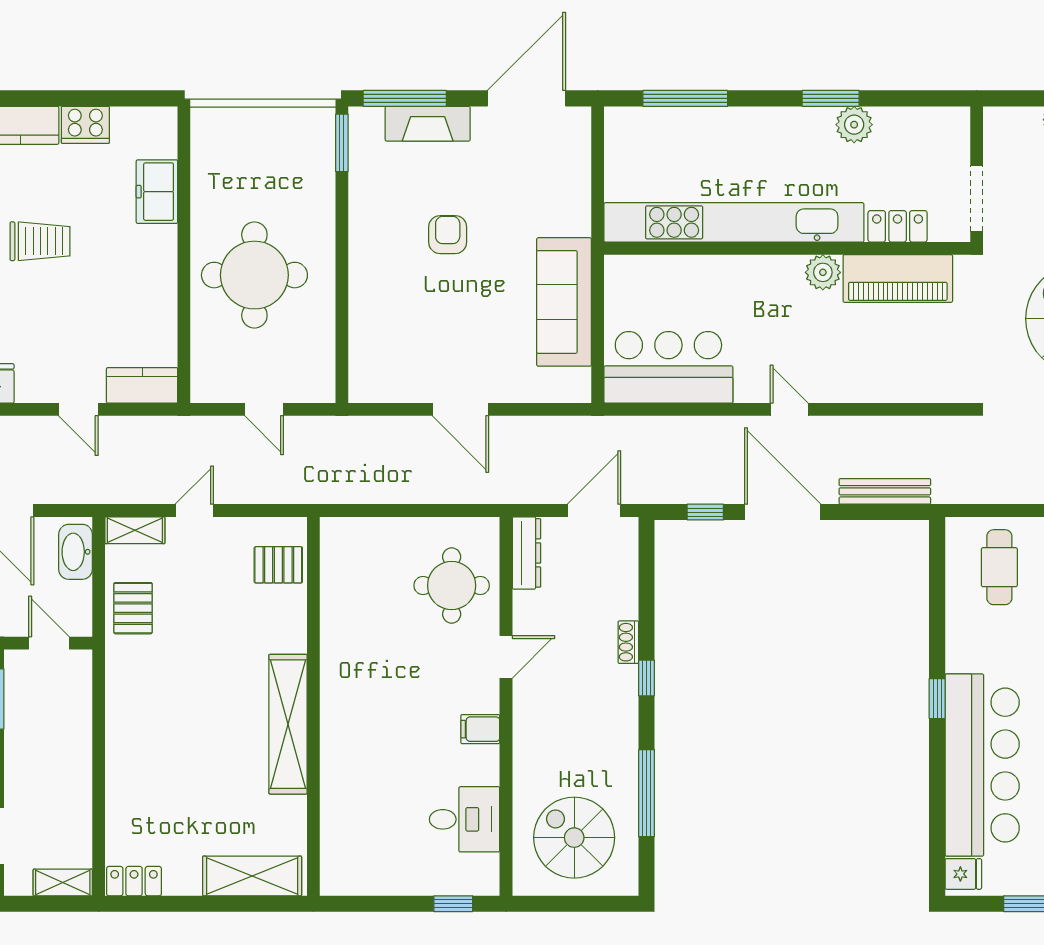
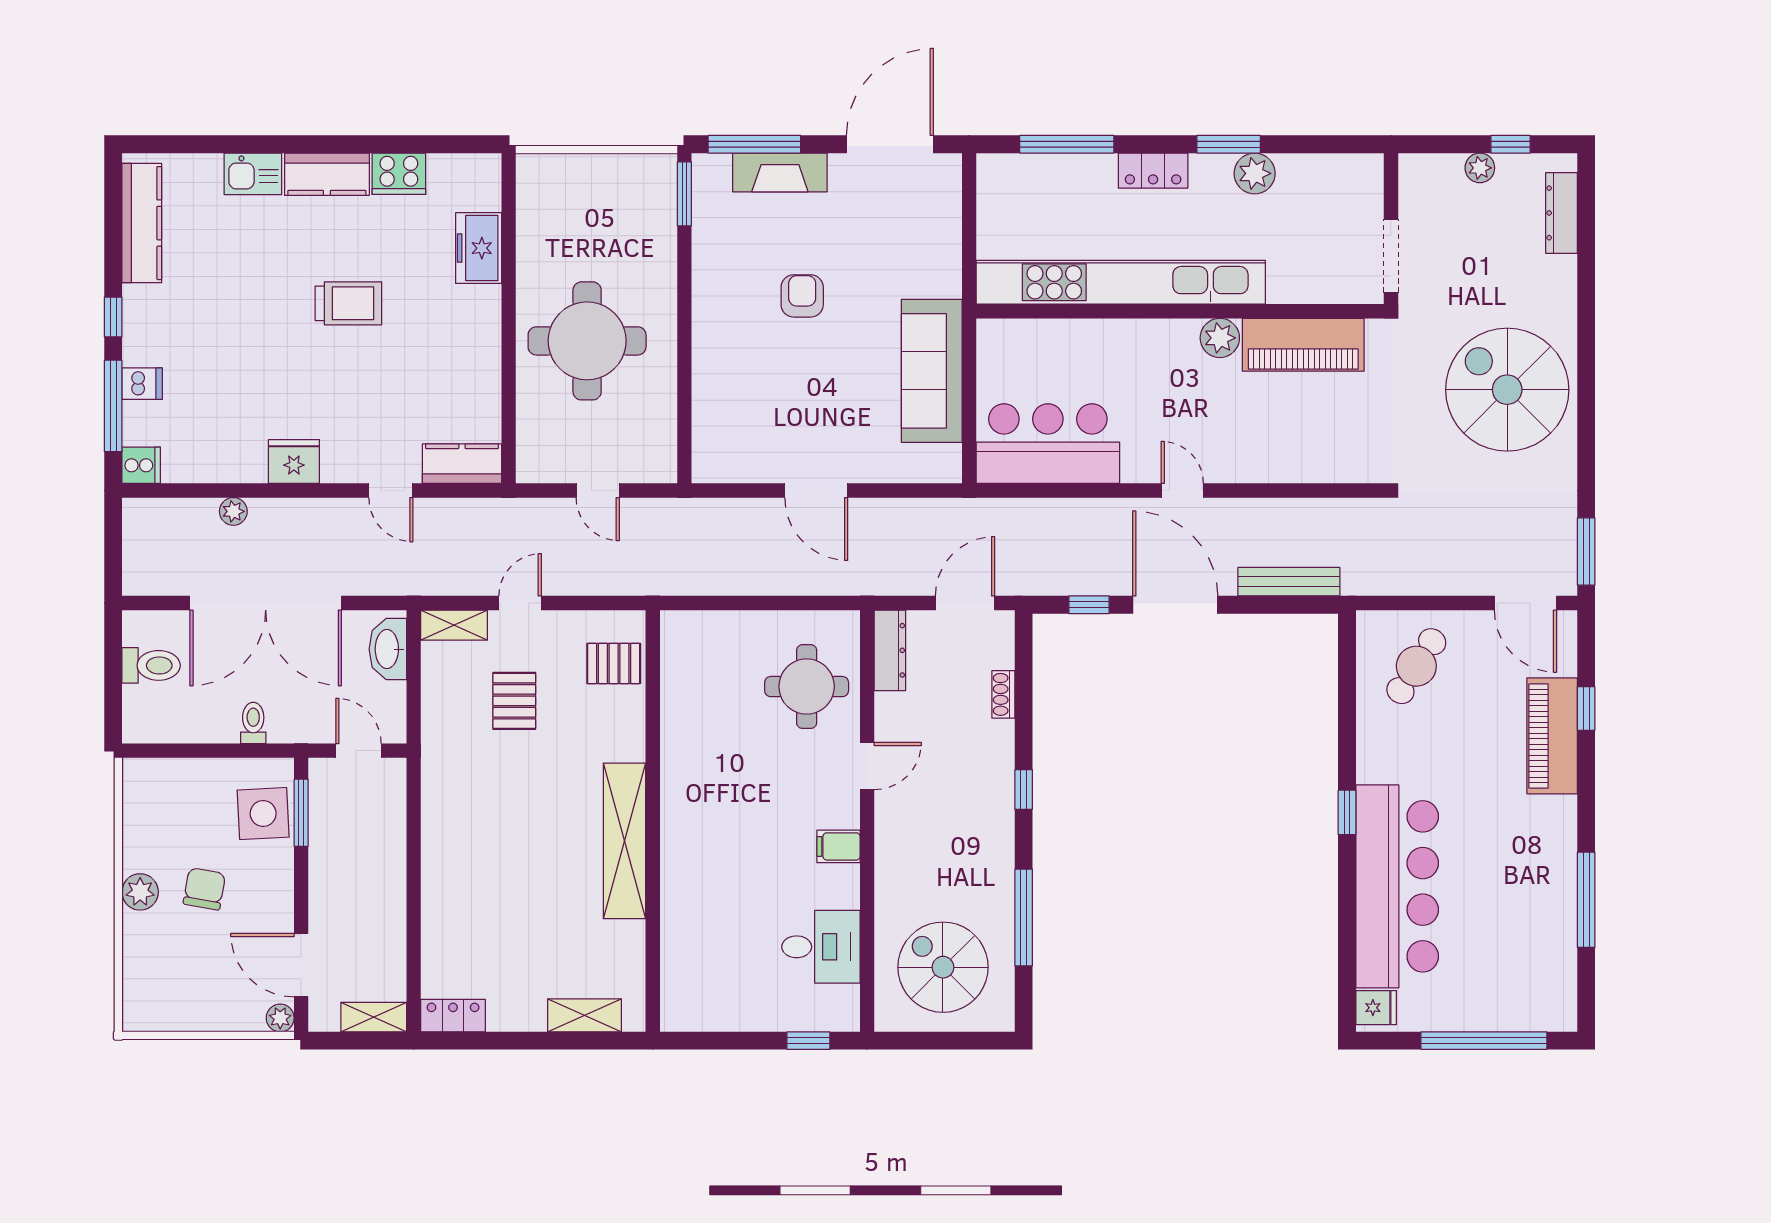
locker: (898, 226) -> (1153, 171), moved, turned 180
cafe table: (999, 567) -> (1416, 666), turned 33
pallet: (133, 608) -> (514, 701), moved
shoe rack: (628, 642) -> (1003, 694), moved
shelving: (252, 876) -> (585, 1015), width x0.67, depth x0.75

